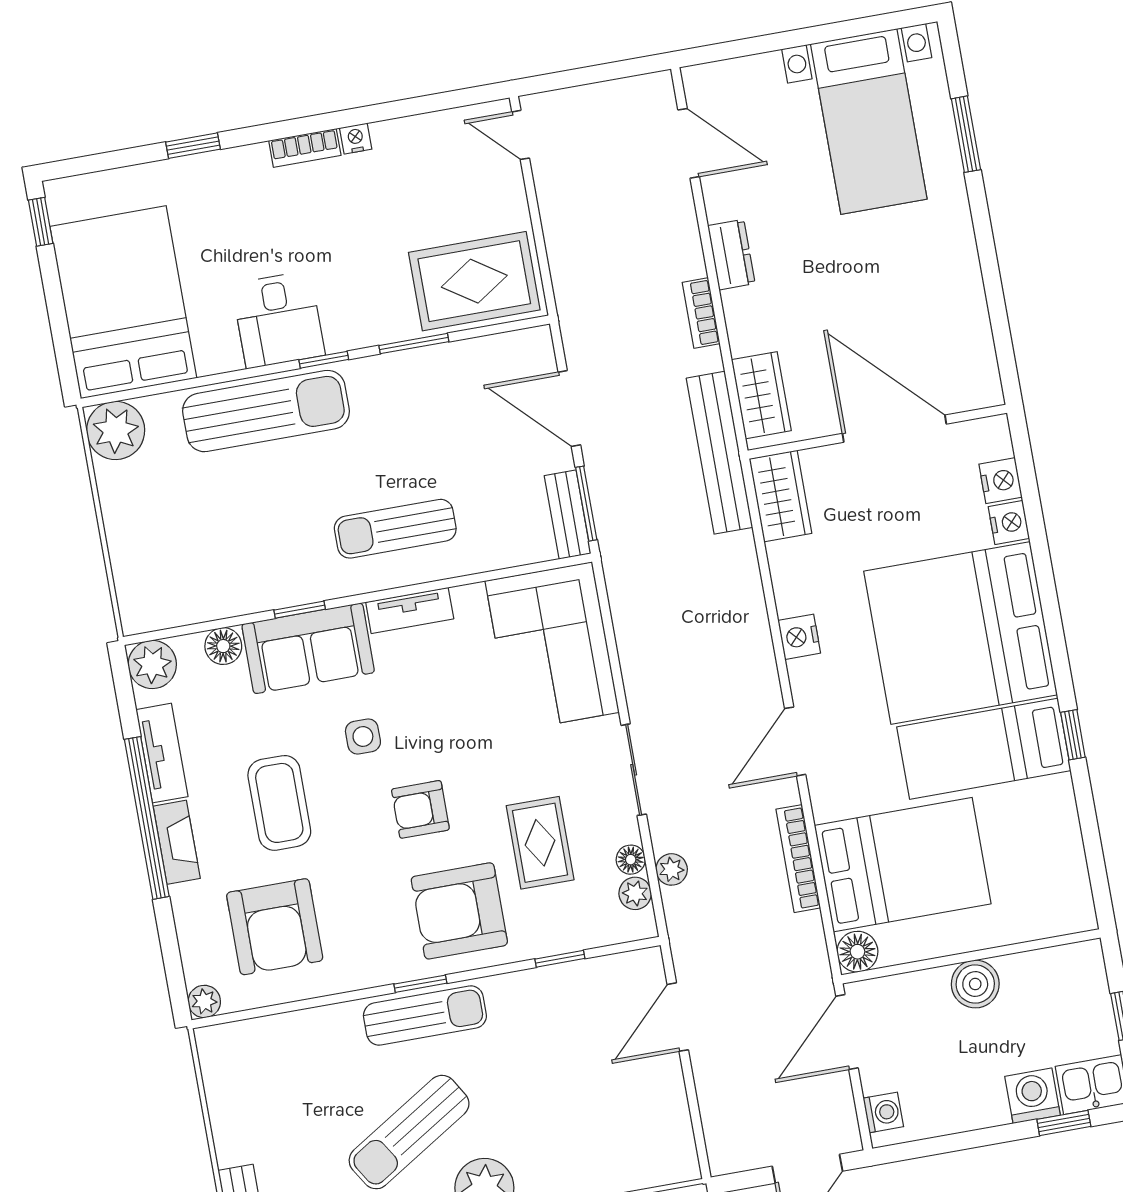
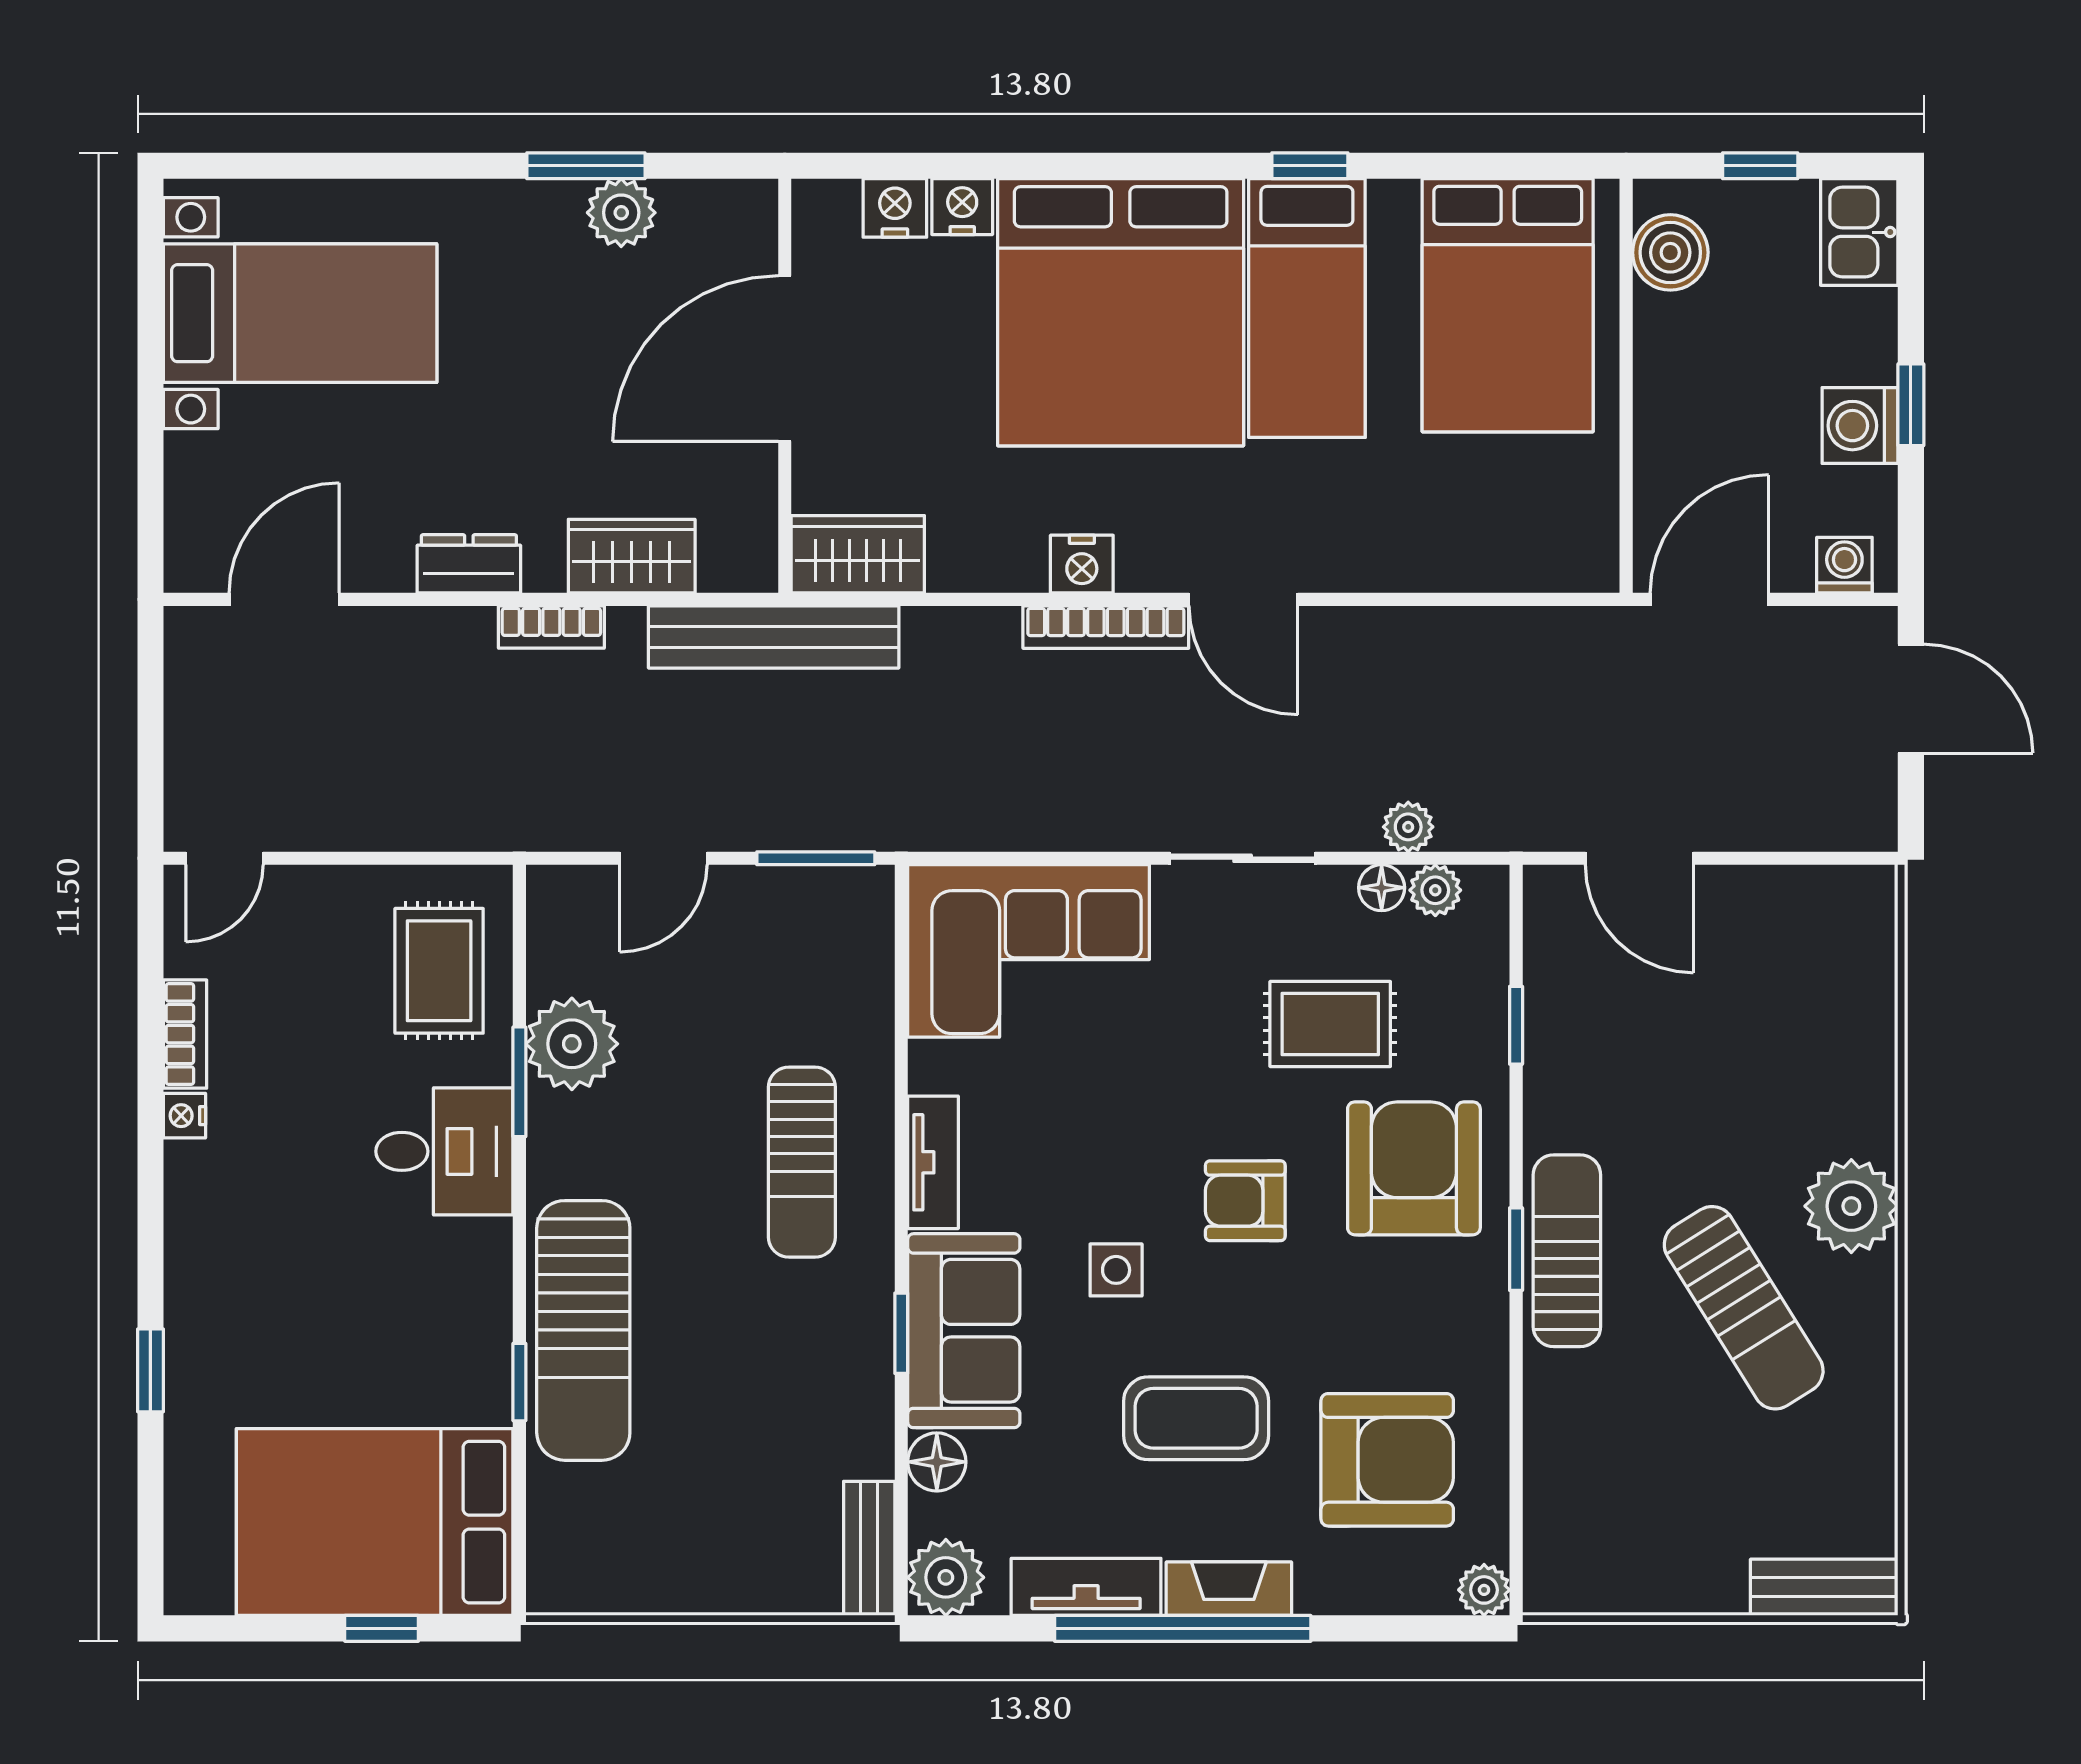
window: (966, 134) -> (586, 166), moved
bookcase: (305, 148) -> (185, 1034), moved
window: (41, 222) -> (382, 1628), moved
rug: (474, 281) -> (439, 971), width x0.73, depth x0.70
plant: (967, 311) -> (621, 213), added
desk: (278, 320) -> (444, 1151), moved
window: (324, 360) -> (519, 1382), moved
wardrobe: (761, 395) -> (632, 556), moved
door: (569, 409) -> (663, 858), width x0.73
sun lounger: (266, 411) -> (583, 1330), turned 180
plant: (116, 430) -> (572, 1044), moved
bench: (568, 515) -> (869, 1548), moved, turned 90
armchair: (420, 809) -> (1245, 1201), turned 90
bookcase: (798, 859) -> (1106, 627), moved
bed: (903, 865) -> (1508, 305), moved, turned 180
armchair: (459, 911) -> (1414, 1168), turned 180
floor lamp: (857, 952) -> (1587, 561), removed
boiler: (975, 984) -> (1670, 252), moved
door: (847, 1032) -> (1709, 599), swing flipped
washing machine: (1033, 1096) -> (1860, 426), moved
window: (1064, 1123) -> (1911, 405), moved

